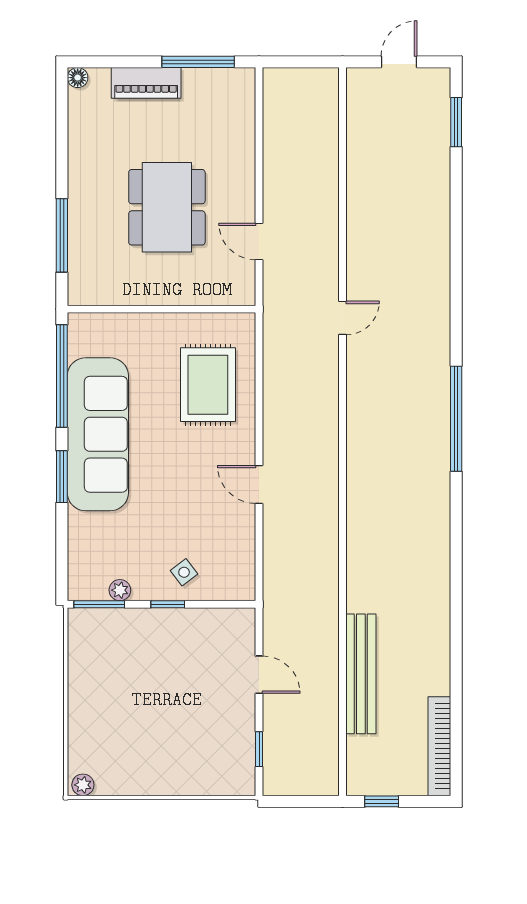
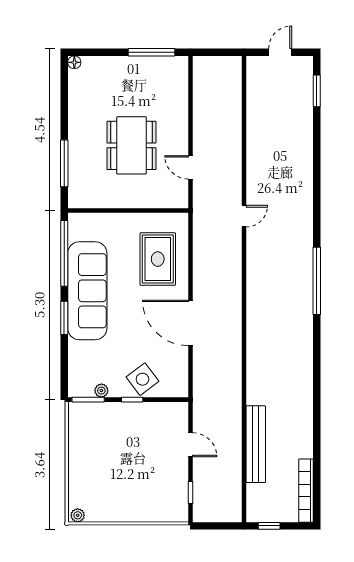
piano: (146, 83) -> (118, 66), removed
door: (259, 484) -> (190, 323), width x1.88
side table: (184, 572) -> (142, 379), width x1.87, depth x1.87

